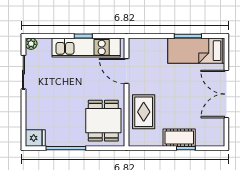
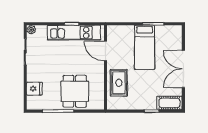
bed: (196, 51) -> (145, 47), moved, turned -90
dining table: (103, 121) -> (75, 91), moved
fridge: (35, 138) -> (34, 89), moved
cot: (179, 138) -> (169, 103), moved

